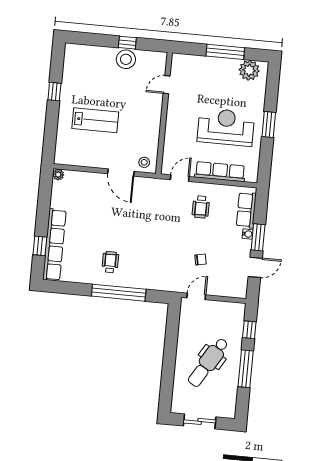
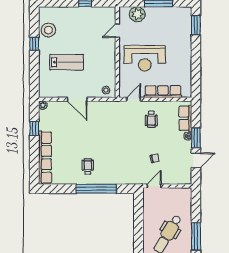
stool: (126, 59) -> (48, 30), moved
plant: (249, 70) -> (137, 14), moved
window: (269, 124) -> (196, 25), moved
reception desk: (226, 127) -> (145, 58), moved, turned 180
door: (121, 173) -> (77, 99), moved
window: (40, 246) -> (34, 129), moved
window: (249, 330) -> (196, 207), removed

